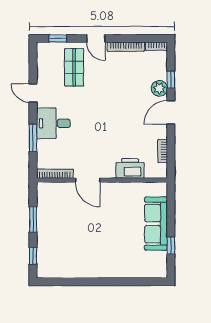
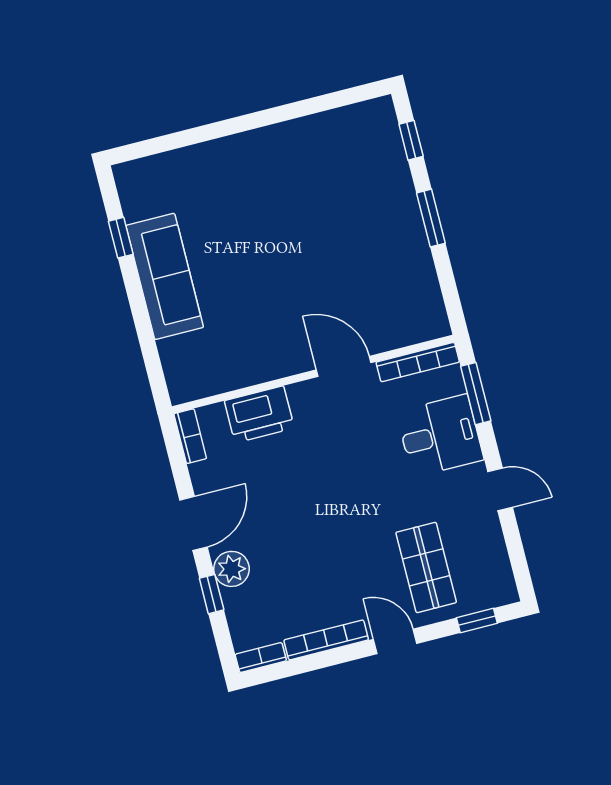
printer: (130, 168) -> (259, 414), moved
bookcase: (55, 174) -> (418, 362), moved
door: (88, 180) -> (344, 366), moved
wall: (102, 180) -> (313, 374), moved

